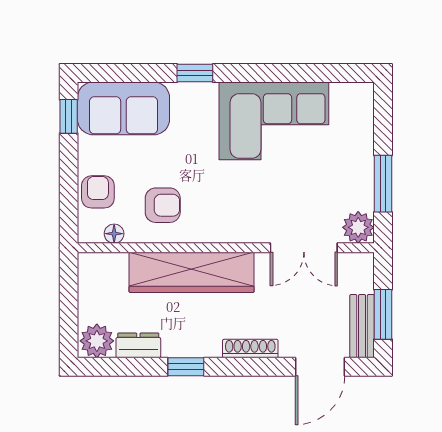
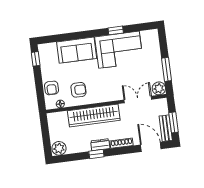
window: (195, 73) -> (116, 30), moved
sofa: (123, 108) -> (77, 50), moved
armchair: (98, 192) -> (51, 88), turned 180
double door: (304, 248) -> (138, 100), swing flipped
dresser: (138, 345) -> (100, 145), moved
door: (320, 367) -> (151, 147), swing flipped

